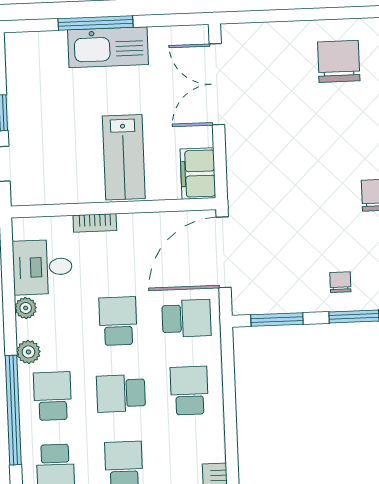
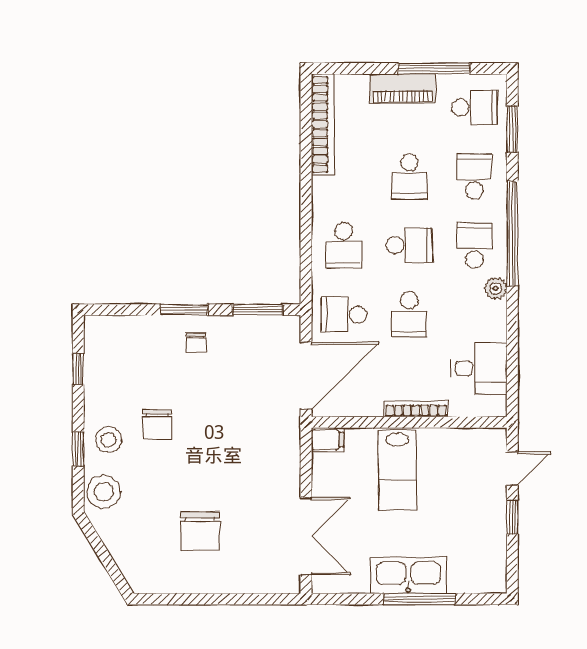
chair: (339, 61) -> (200, 531), moved
lab bench: (124, 157) -> (397, 470), turned 180
filing cabinet: (198, 174) -> (327, 440), width x0.50
bookcase: (95, 223) -> (416, 409), width x1.56
plant: (26, 308) -> (497, 330), removed
school desk: (52, 396) -> (474, 245), turned 180

